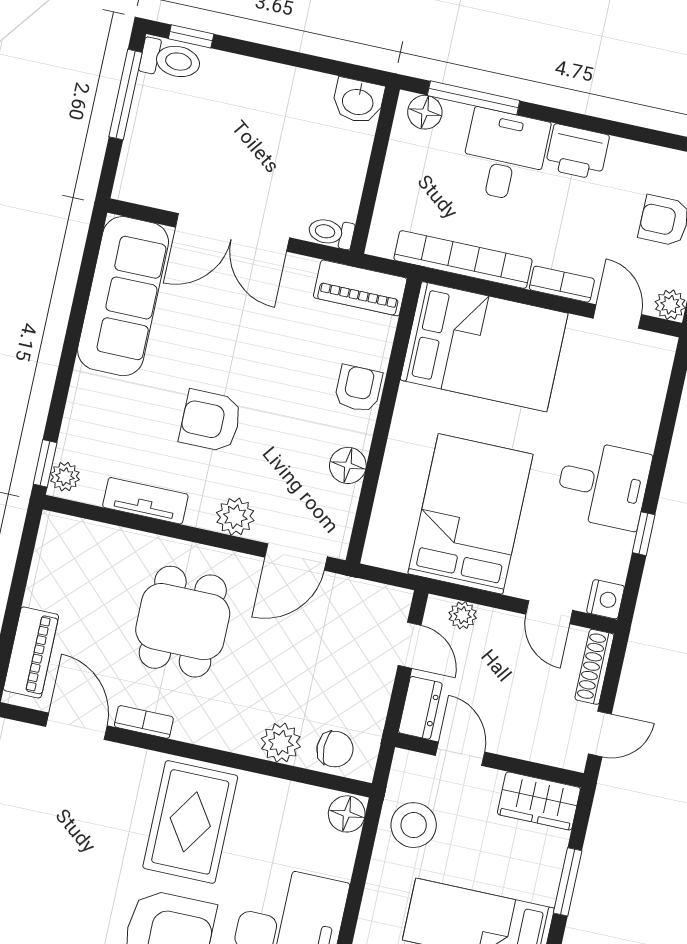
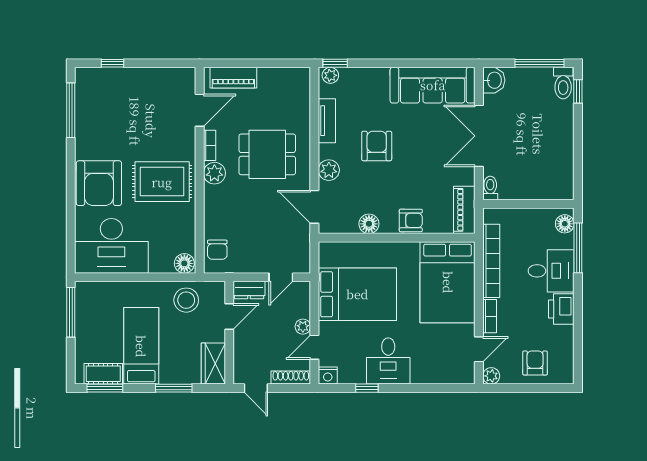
washbasin: (358, 101) -> (494, 80), moved, turned 180
plant: (463, 615) -> (303, 327), moved
plant: (281, 743) -> (214, 173), moved

